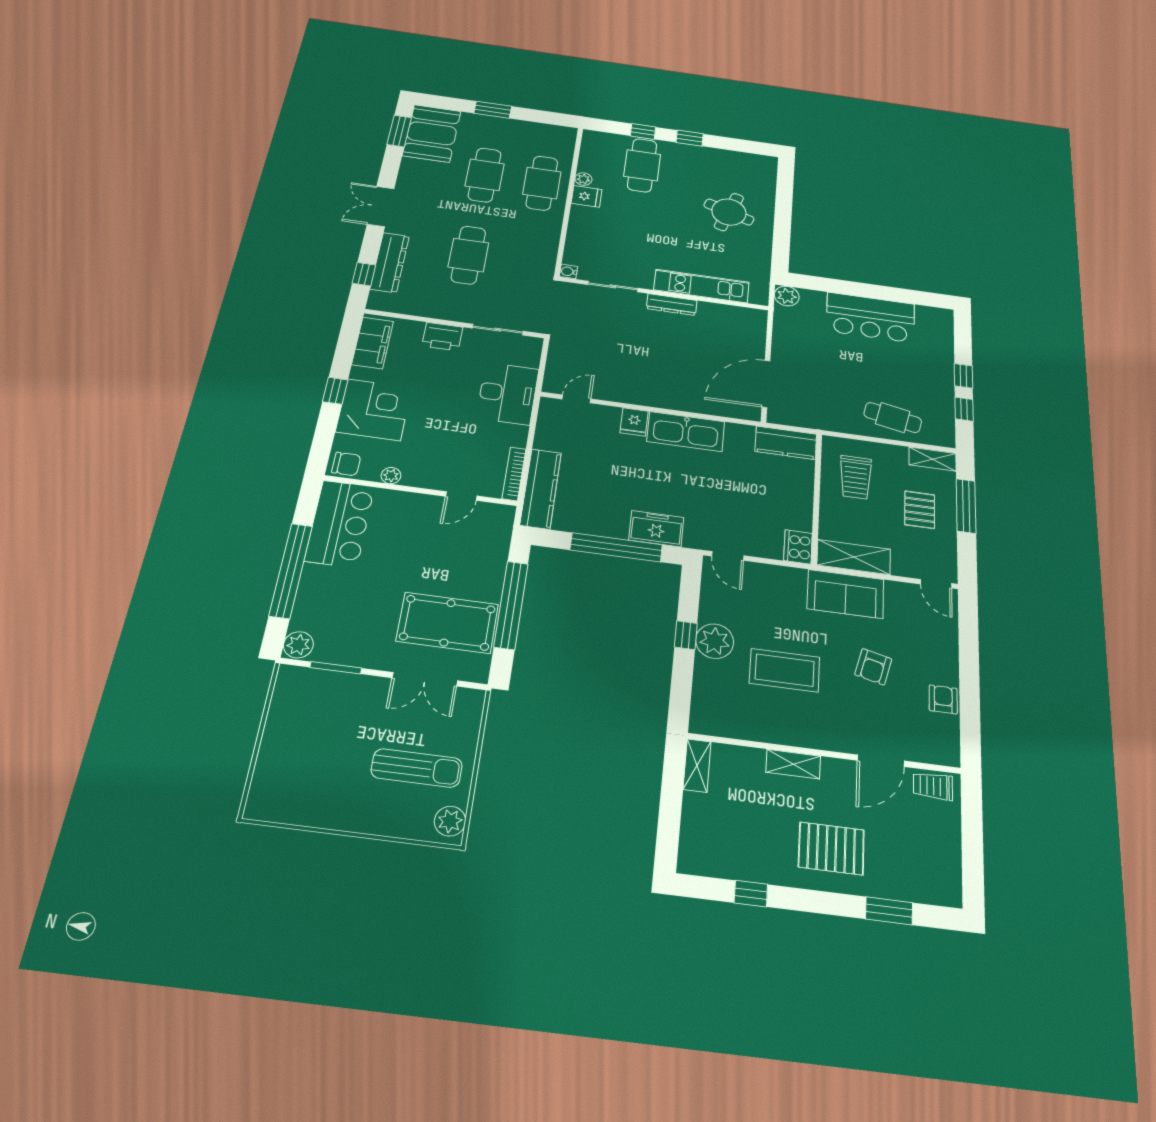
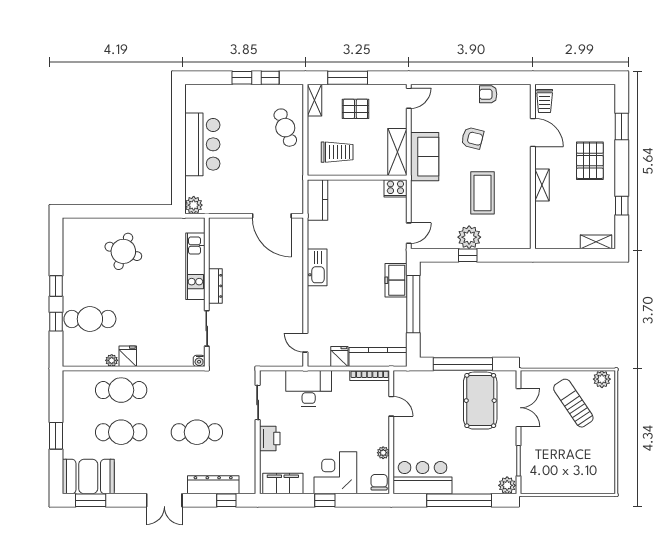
cafe table: (893, 418) -> (285, 128), turned -32
fridge: (634, 422) -> (339, 357), moved, turned -90
kitchen sink: (686, 432) -> (317, 267), width x0.73, depth x0.81
shelving: (697, 766) -> (596, 242), moved
sun lounger: (417, 768) -> (573, 403), turned -34

